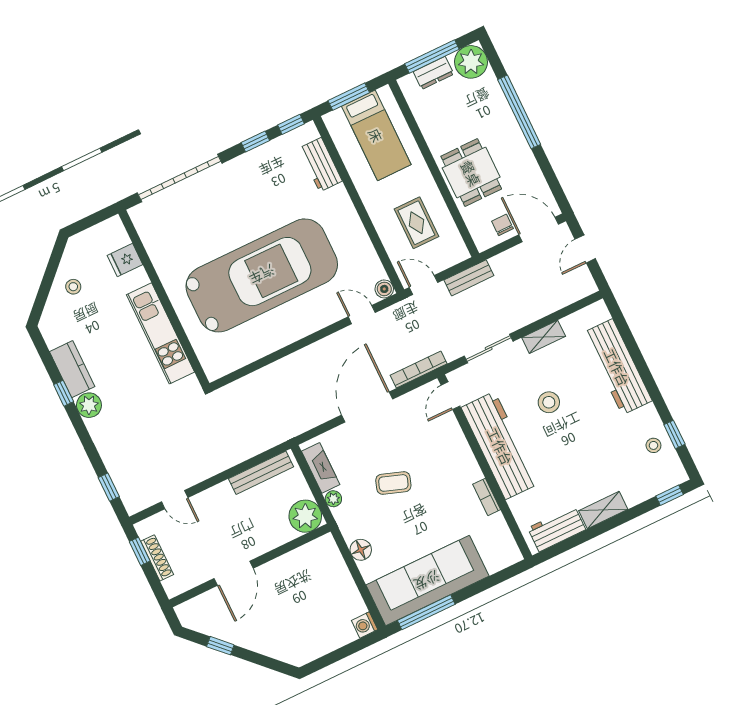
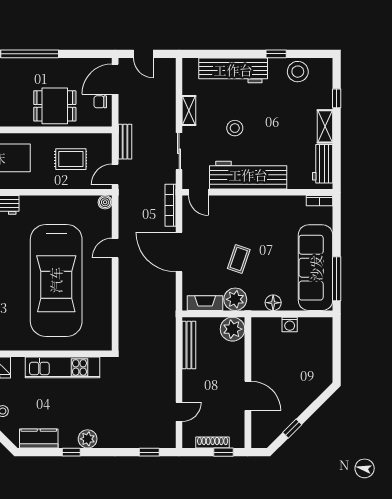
car: (262, 275) -> (56, 280), turned 180
door: (362, 315) -> (115, 248), moved
kitchen counter: (72, 369) -> (39, 439), moved
window: (674, 434) -> (276, 54), moved
stool: (653, 445) -> (298, 72), width x1.89, depth x1.89
window: (670, 495) -> (337, 98), moved
bookcase: (487, 497) -> (319, 201), moved
plant: (333, 499) -> (235, 299), width x1.88, depth x1.88
window: (140, 551) -> (223, 452), moved
washing machine: (365, 625) -> (290, 324), moved

